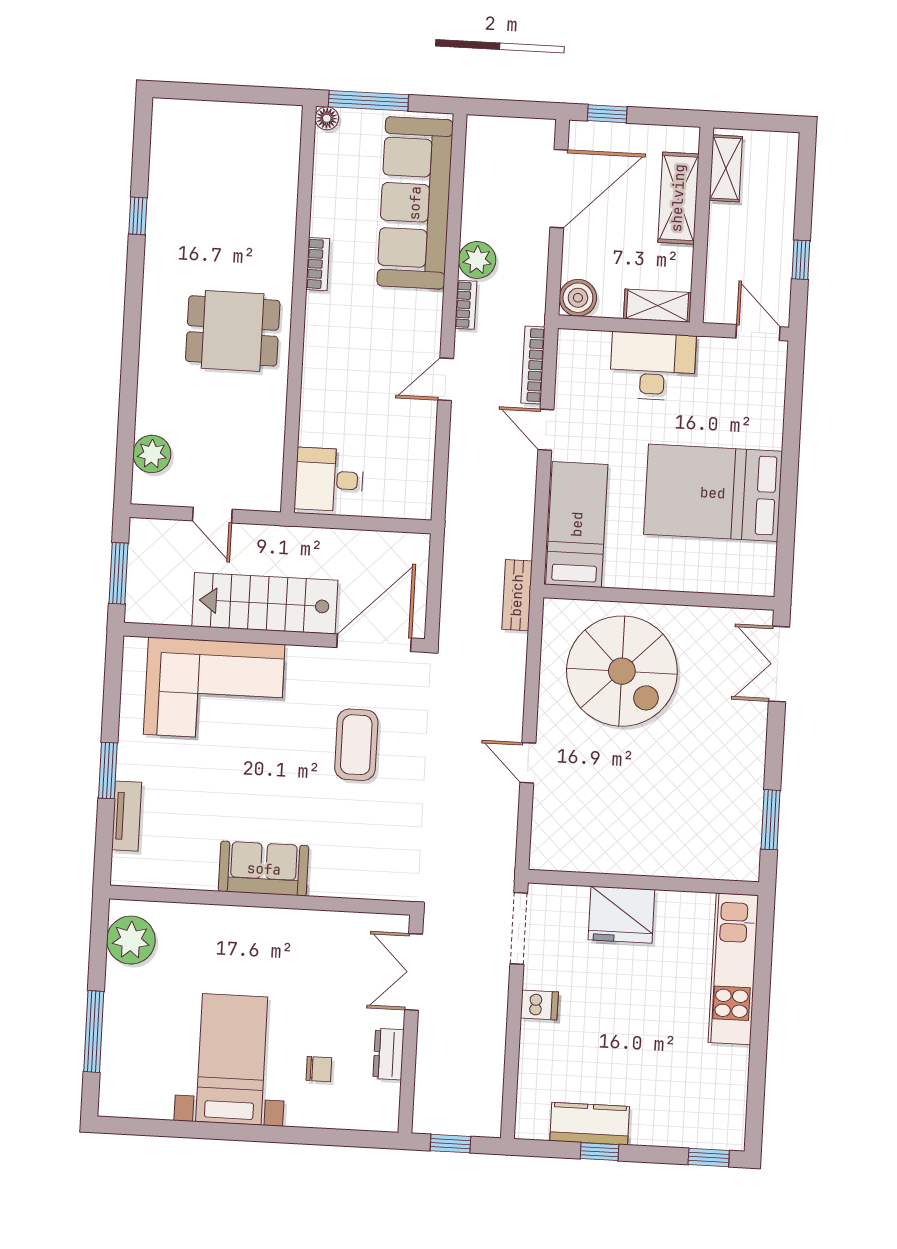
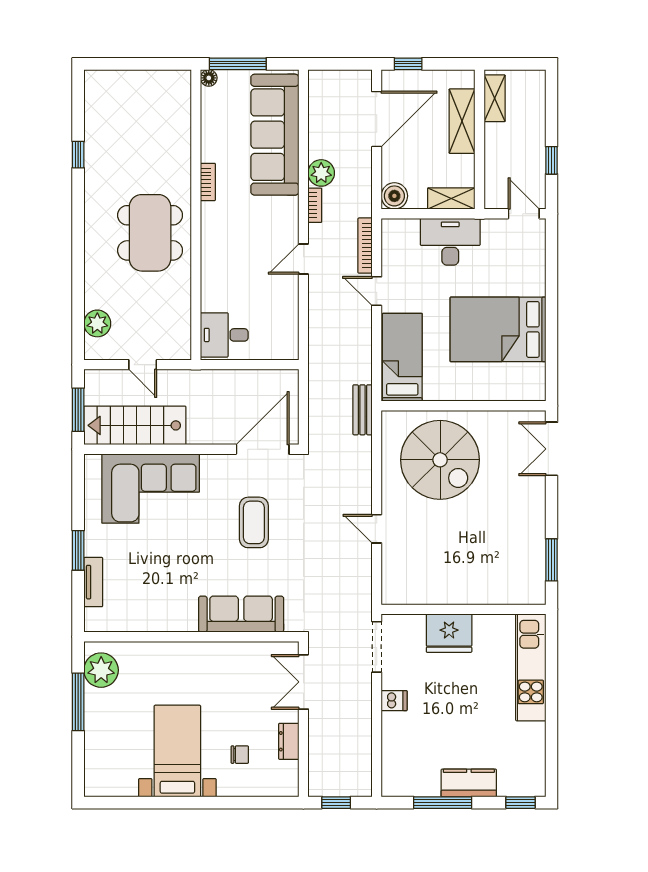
dining table: (233, 331) -> (150, 233), width x1.38
stairs: (265, 603) -> (135, 425), moved
sofa: (264, 869) -> (241, 614), moved, width x1.36
window: (94, 1032) -> (78, 702), moved
kitchen counter: (590, 1124) -> (469, 783), moved
window: (599, 1152) -> (443, 803), width x2.17

